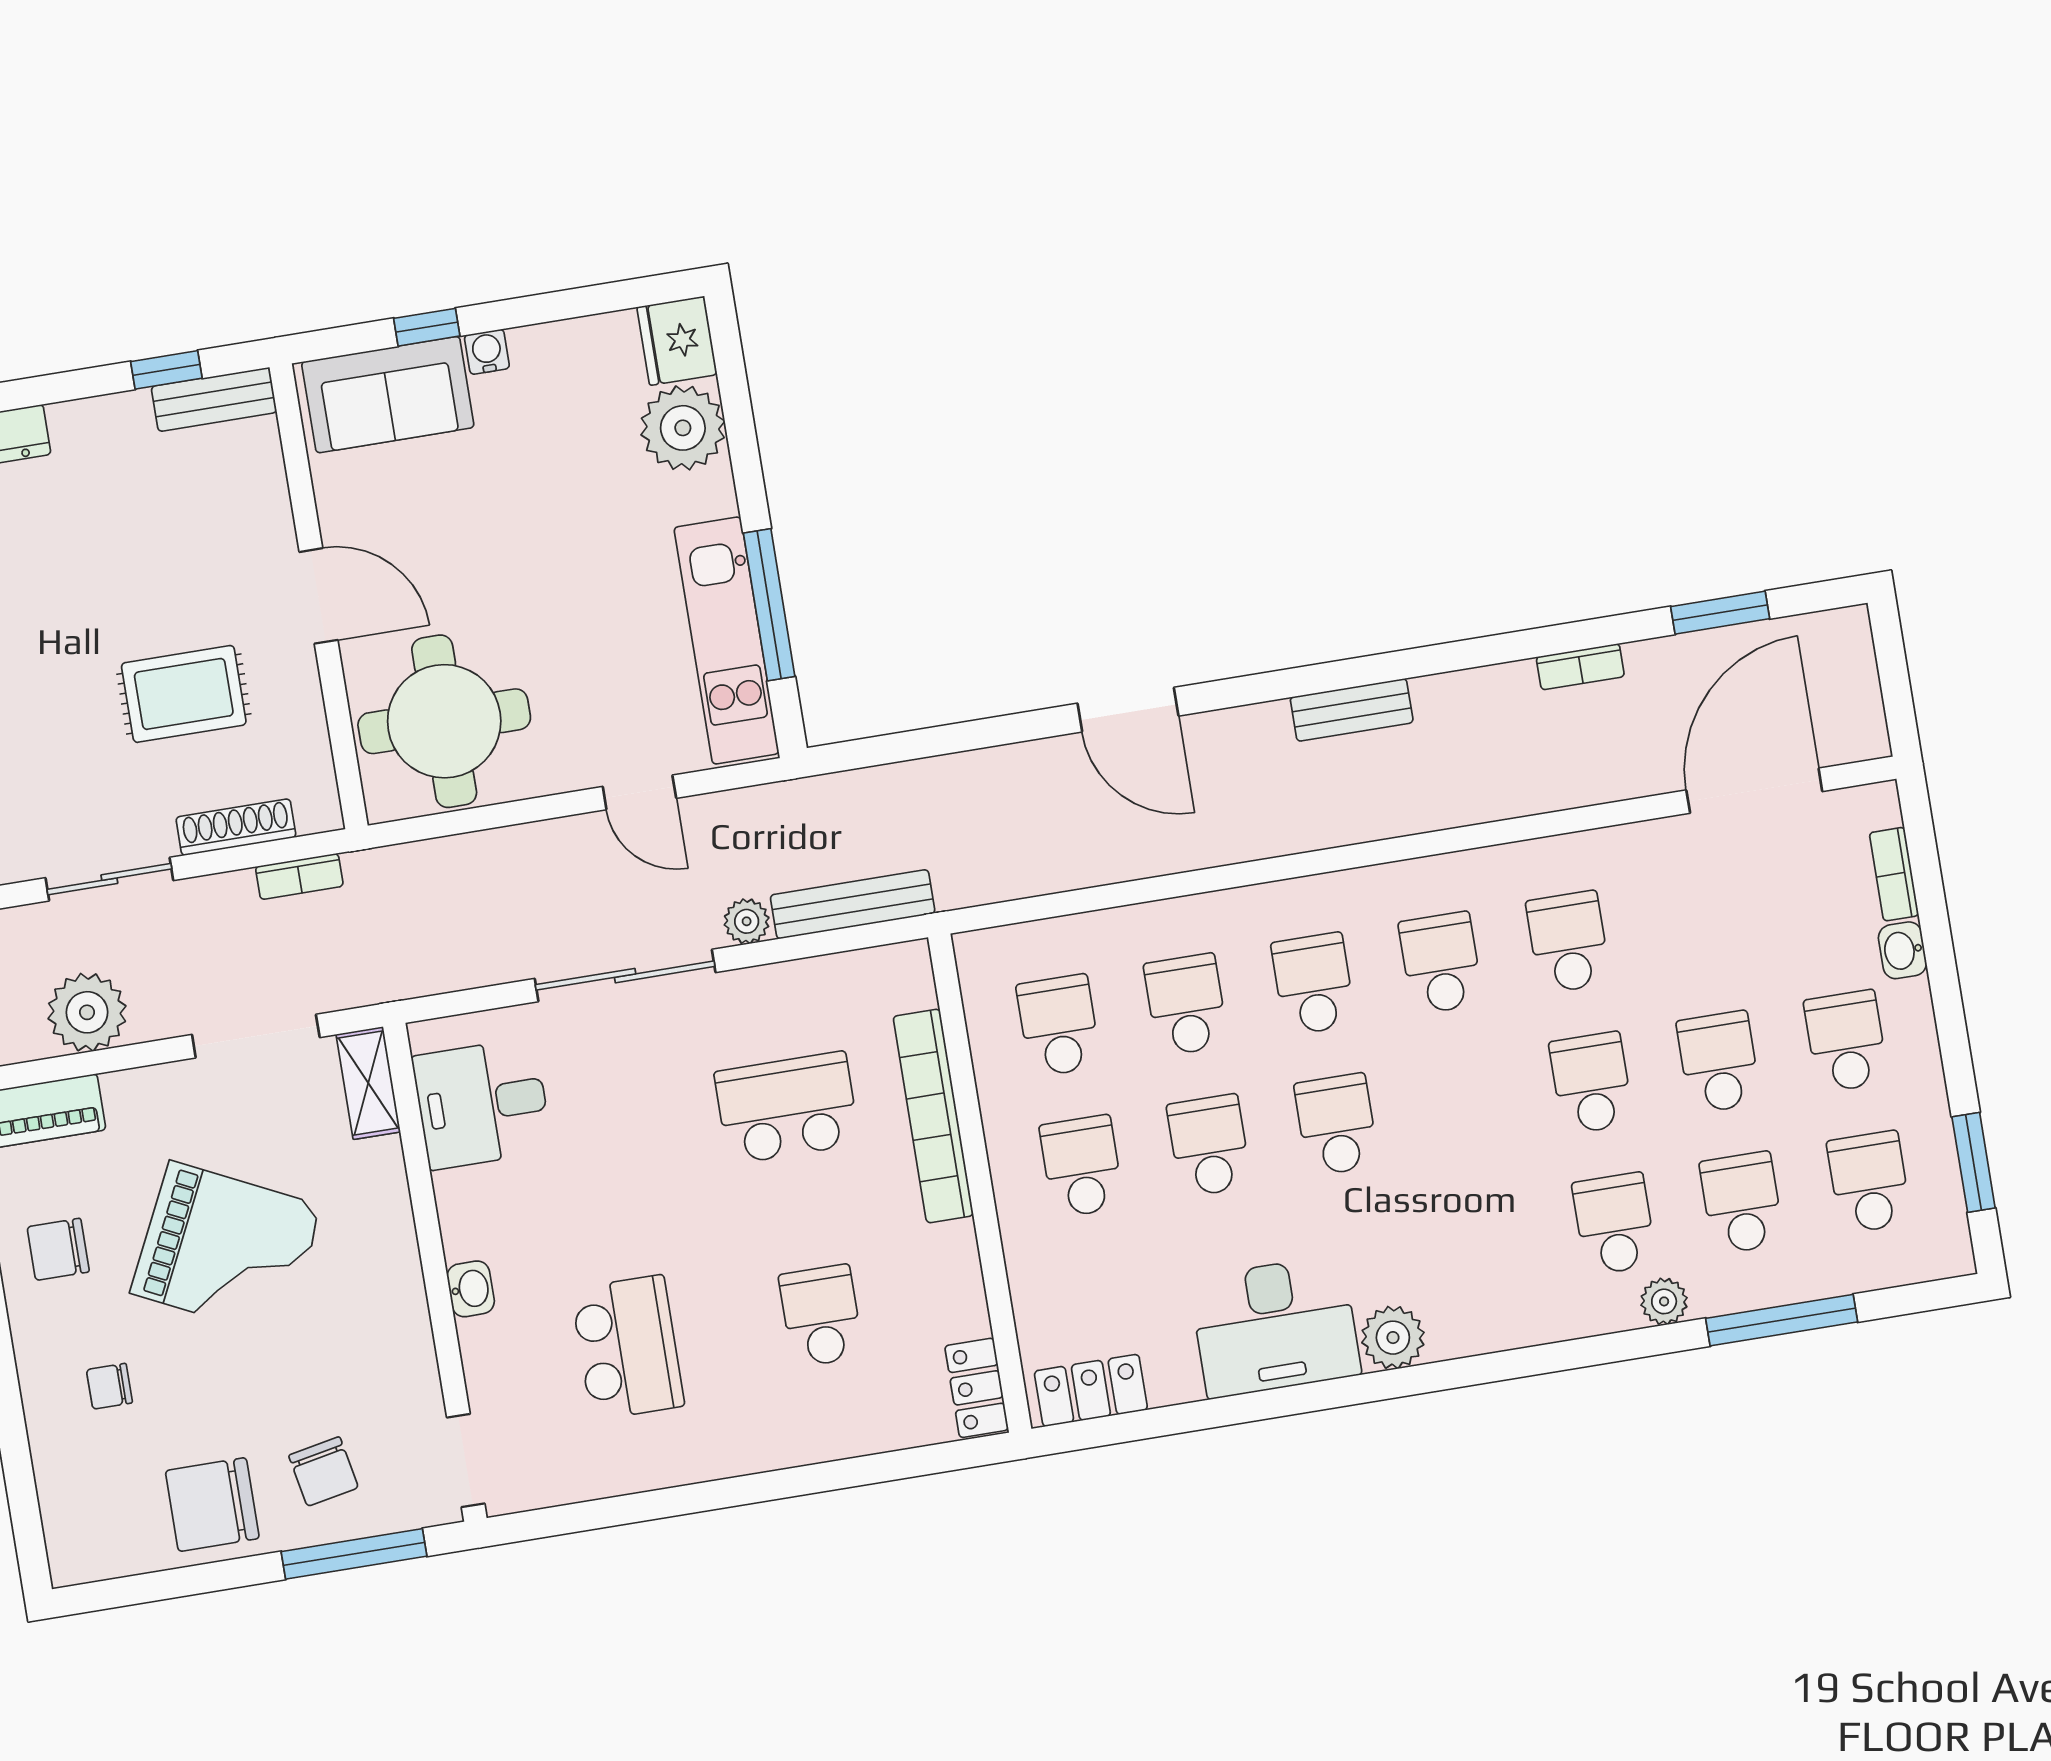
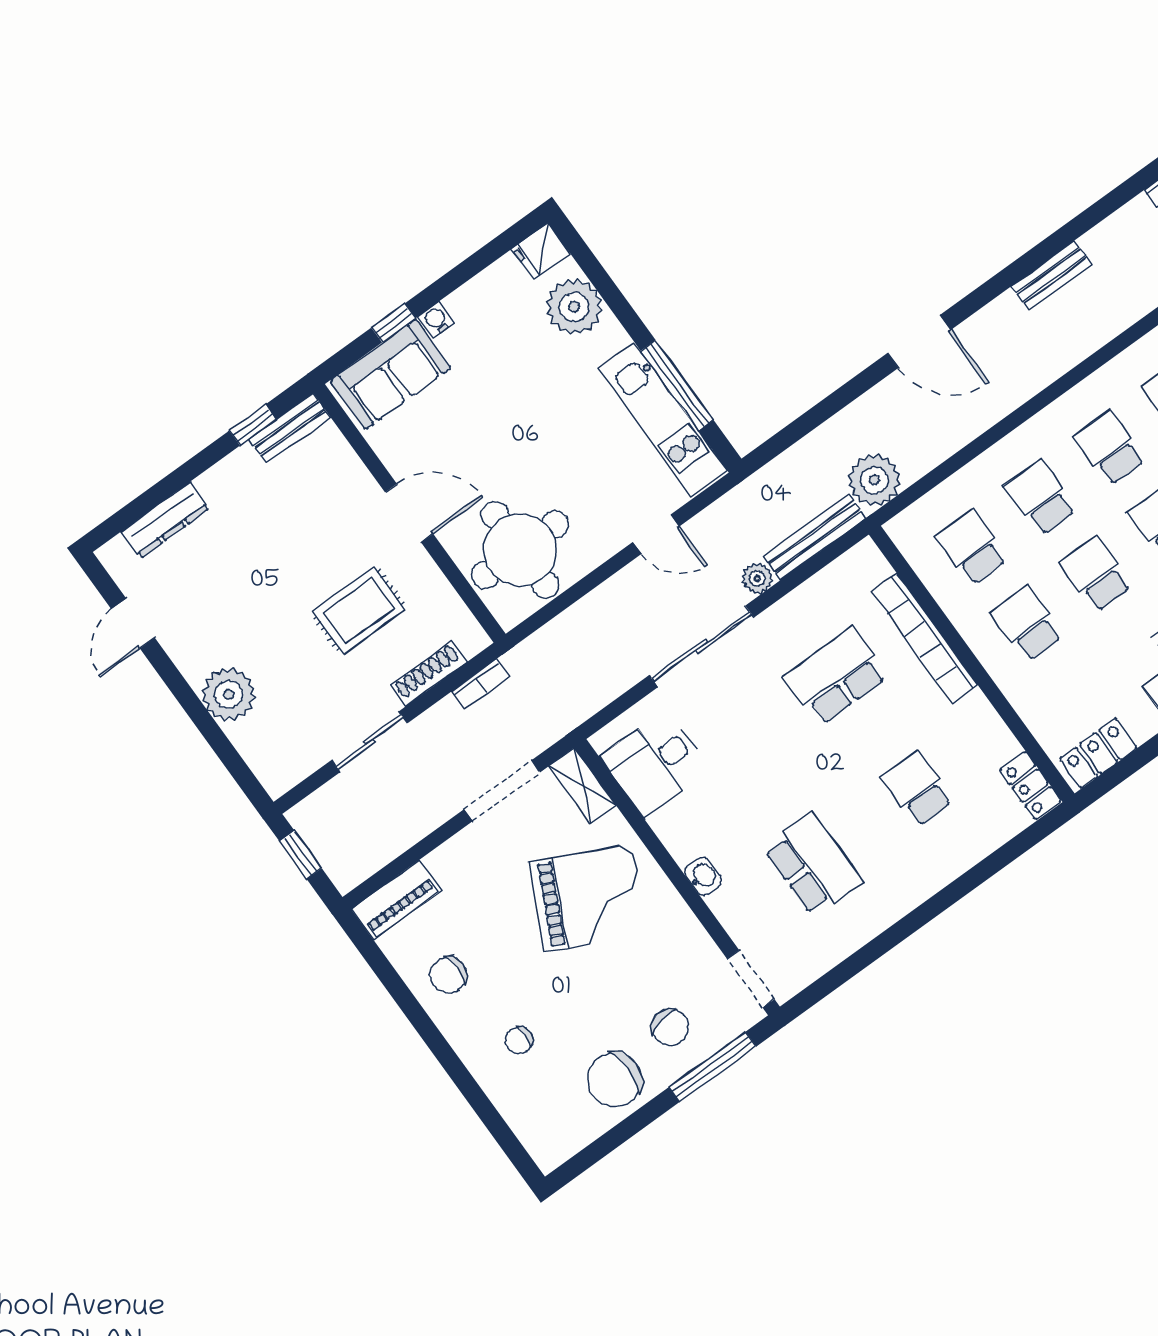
fridge: (677, 341) -> (541, 251), width x0.72
plant: (87, 1012) -> (874, 480), moved
grand piano: (226, 1250) -> (589, 898), moved

